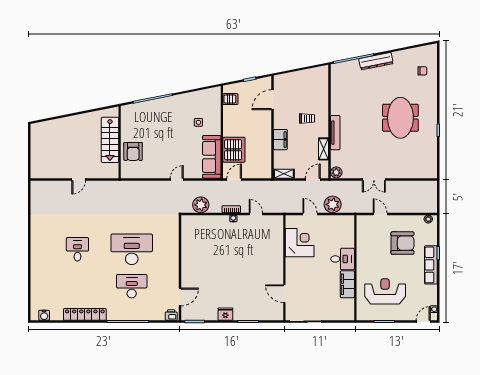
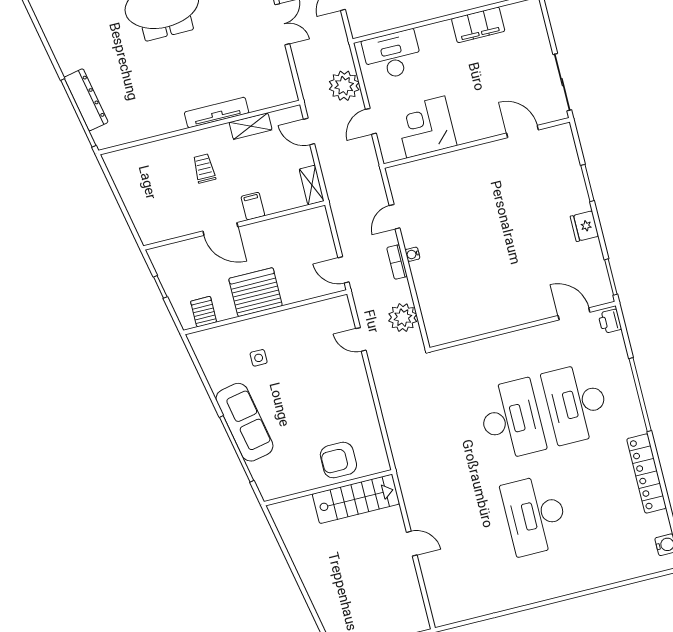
dresser: (376, 61) -> (86, 100), moved
door: (272, 100) -> (220, 229), moved
stairs: (110, 140) -> (356, 499), moved
filing cabinet: (280, 140) -> (253, 206), width x0.50
server rack: (234, 150) -> (256, 292), moved
armchair: (133, 151) -> (338, 460), turned 180
sofa: (212, 157) -> (245, 422), moved, turned -101
plant: (336, 172) -> (286, 93), removed
door: (177, 179) -> (361, 339), moved
desk: (77, 249) -> (535, 515), width x1.87, depth x1.30
desk: (132, 249) -> (511, 420), turned 180
desk: (343, 259) -> (392, 55), moved, width x1.37
desk: (132, 286) -> (576, 403), width x1.36, depth x1.30
door: (284, 294) -> (522, 131), swing flipped

